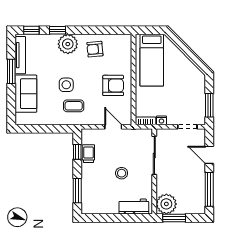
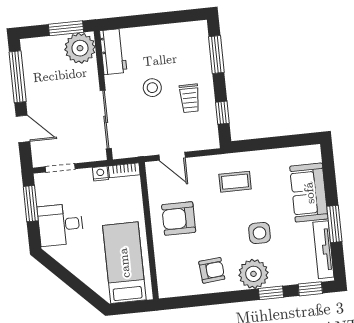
side table: (66, 85) -> (259, 233), moved
desk: (191, 89) -> (61, 225), added
trolley: (88, 154) -> (190, 98), moved
workbench: (134, 207) -> (113, 52), moved, turned -90

